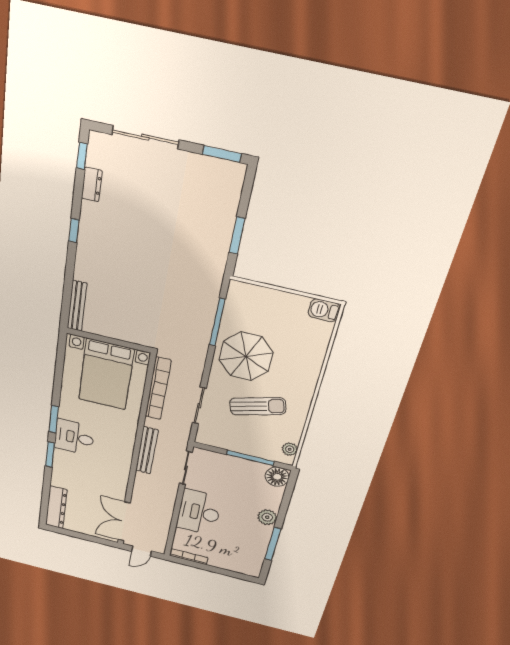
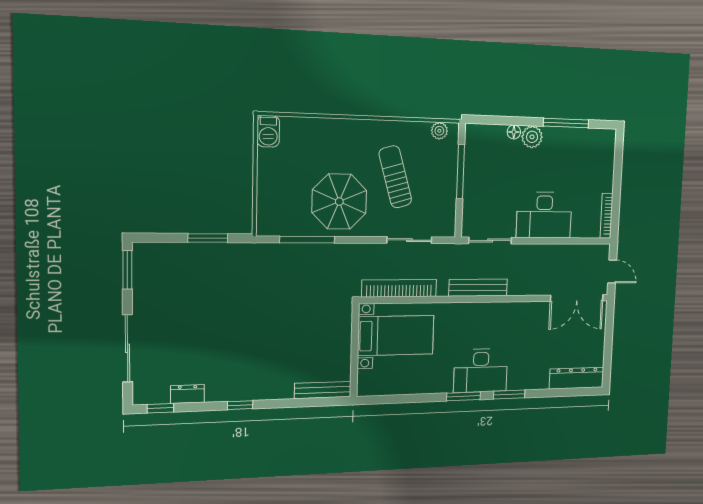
bed with nightstands: (106, 374) -> (396, 335), width x0.73
desk: (74, 437) -> (481, 371), width x1.37
floor lamp: (277, 477) -> (514, 132), moved, width x0.53, depth x0.53

